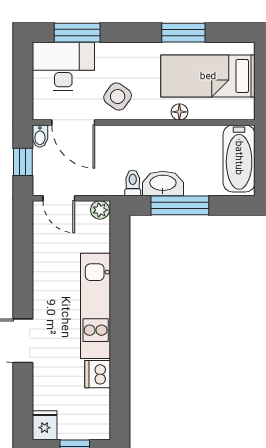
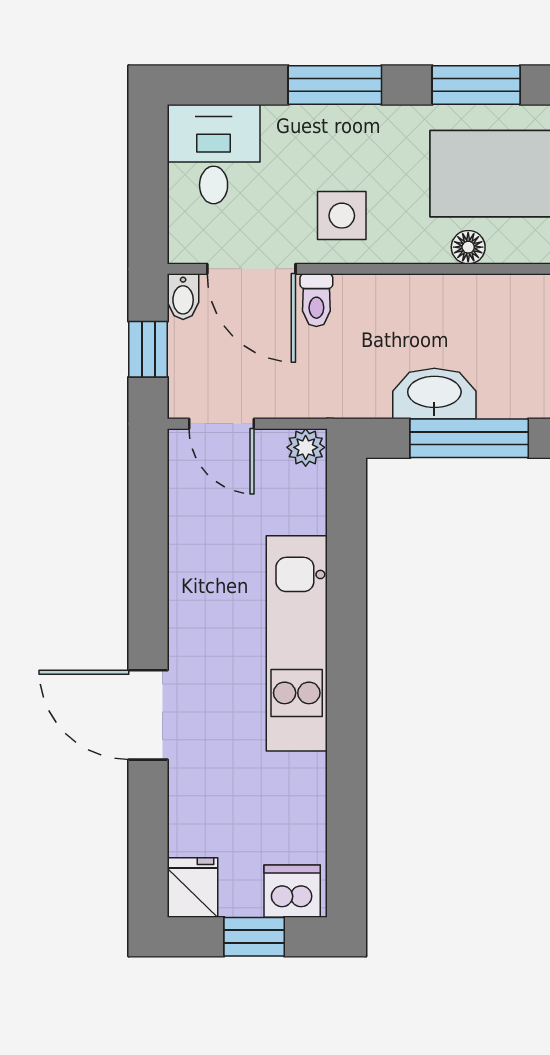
window: (77, 33) -> (335, 85), moved
desk: (63, 66) -> (214, 154), width x0.73
side table: (118, 97) -> (342, 216), turned -35
toilet: (133, 183) -> (316, 300), moved, turned 180
dishwasher: (98, 374) -> (292, 891), moved, turned 90

